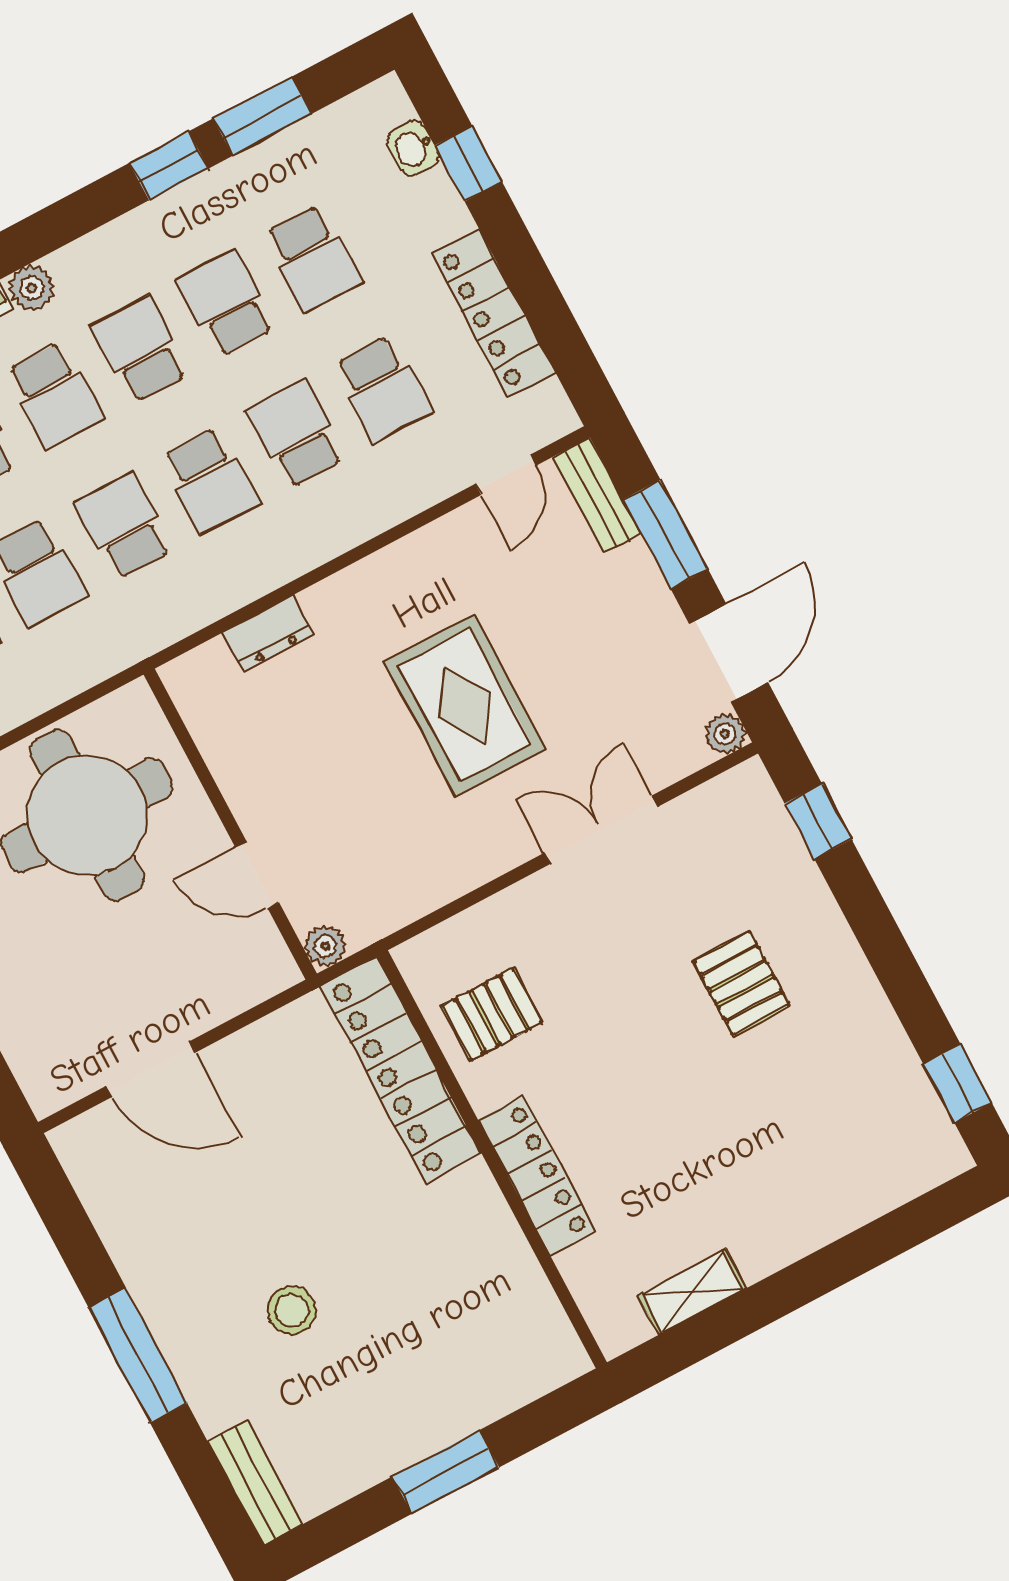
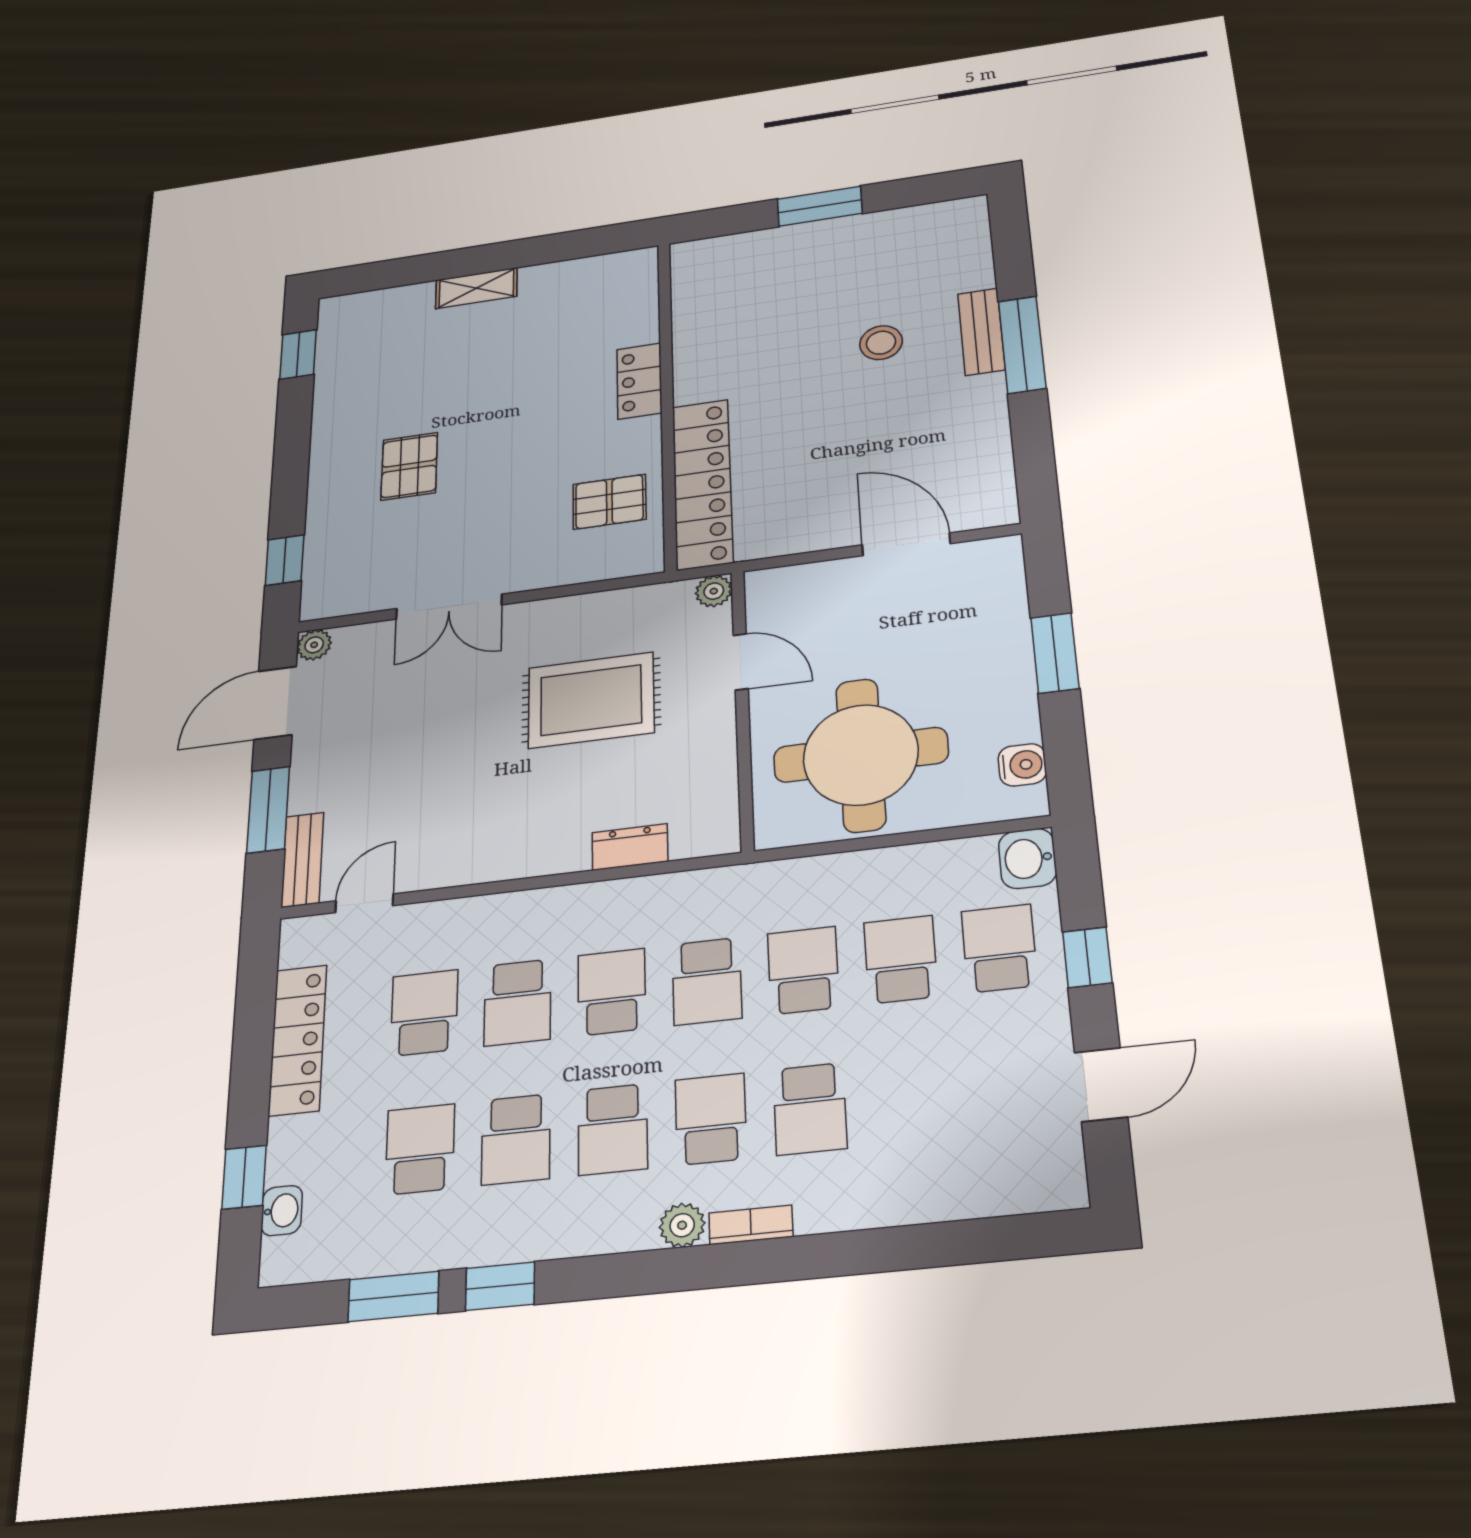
rug: (465, 705) -> (591, 700), moved, turned 90
locker: (537, 1176) -> (639, 381), width x0.66
shelving: (692, 1292) -> (476, 288), moved
bench: (255, 1483) -> (981, 332), moved

